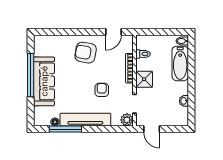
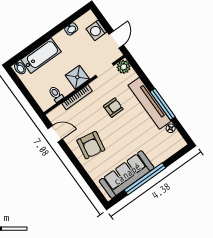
sofa: (44, 81) -> (127, 174), moved
armchair: (102, 90) -> (113, 108), turned 180
washing machine: (169, 119) -> (96, 30), added
window: (65, 129) -> (163, 104), moved

